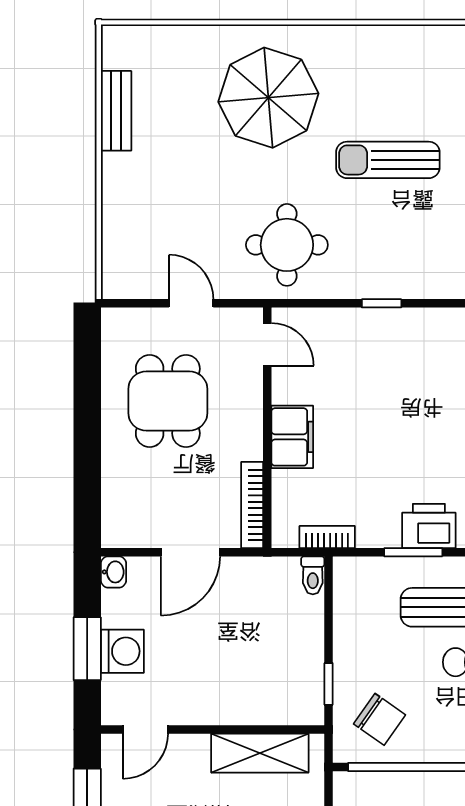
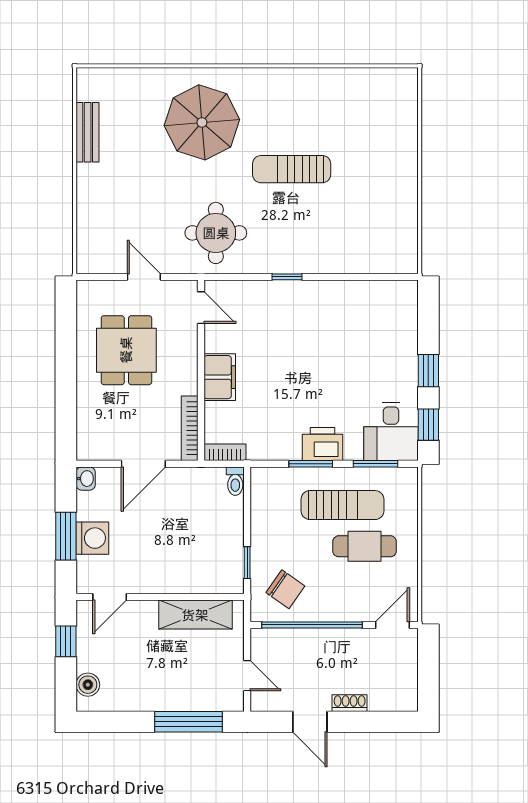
bookcase: (327, 537) -> (225, 452), moved

